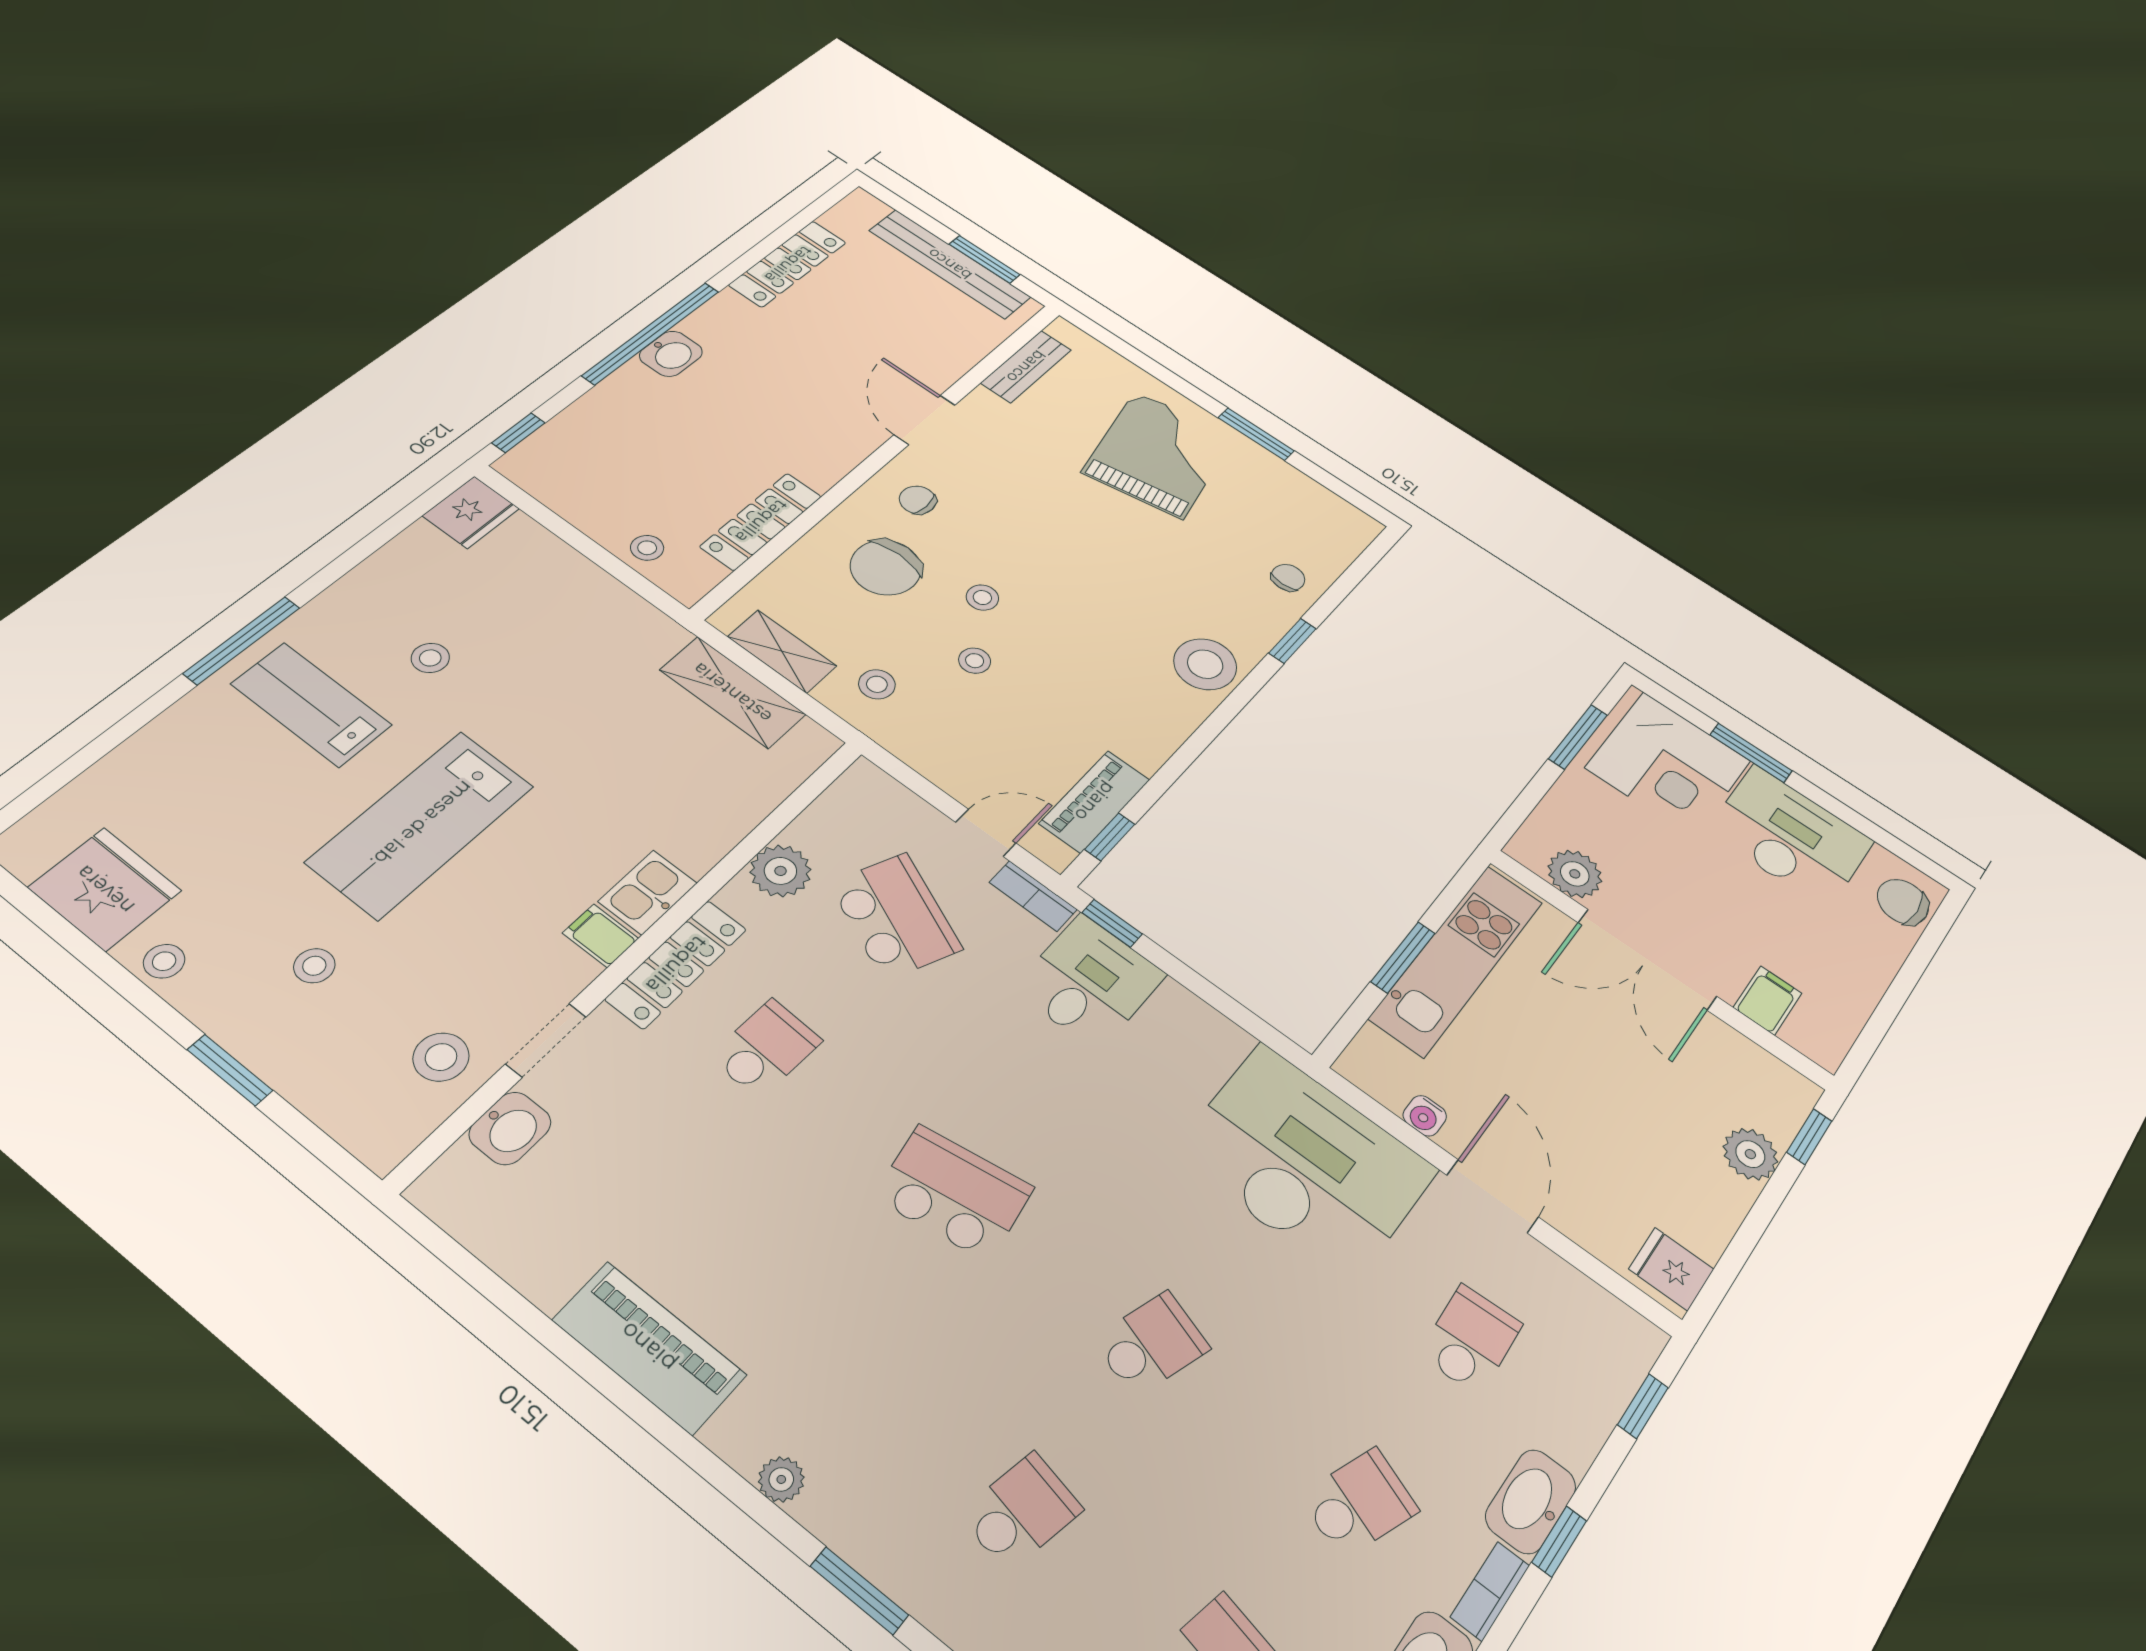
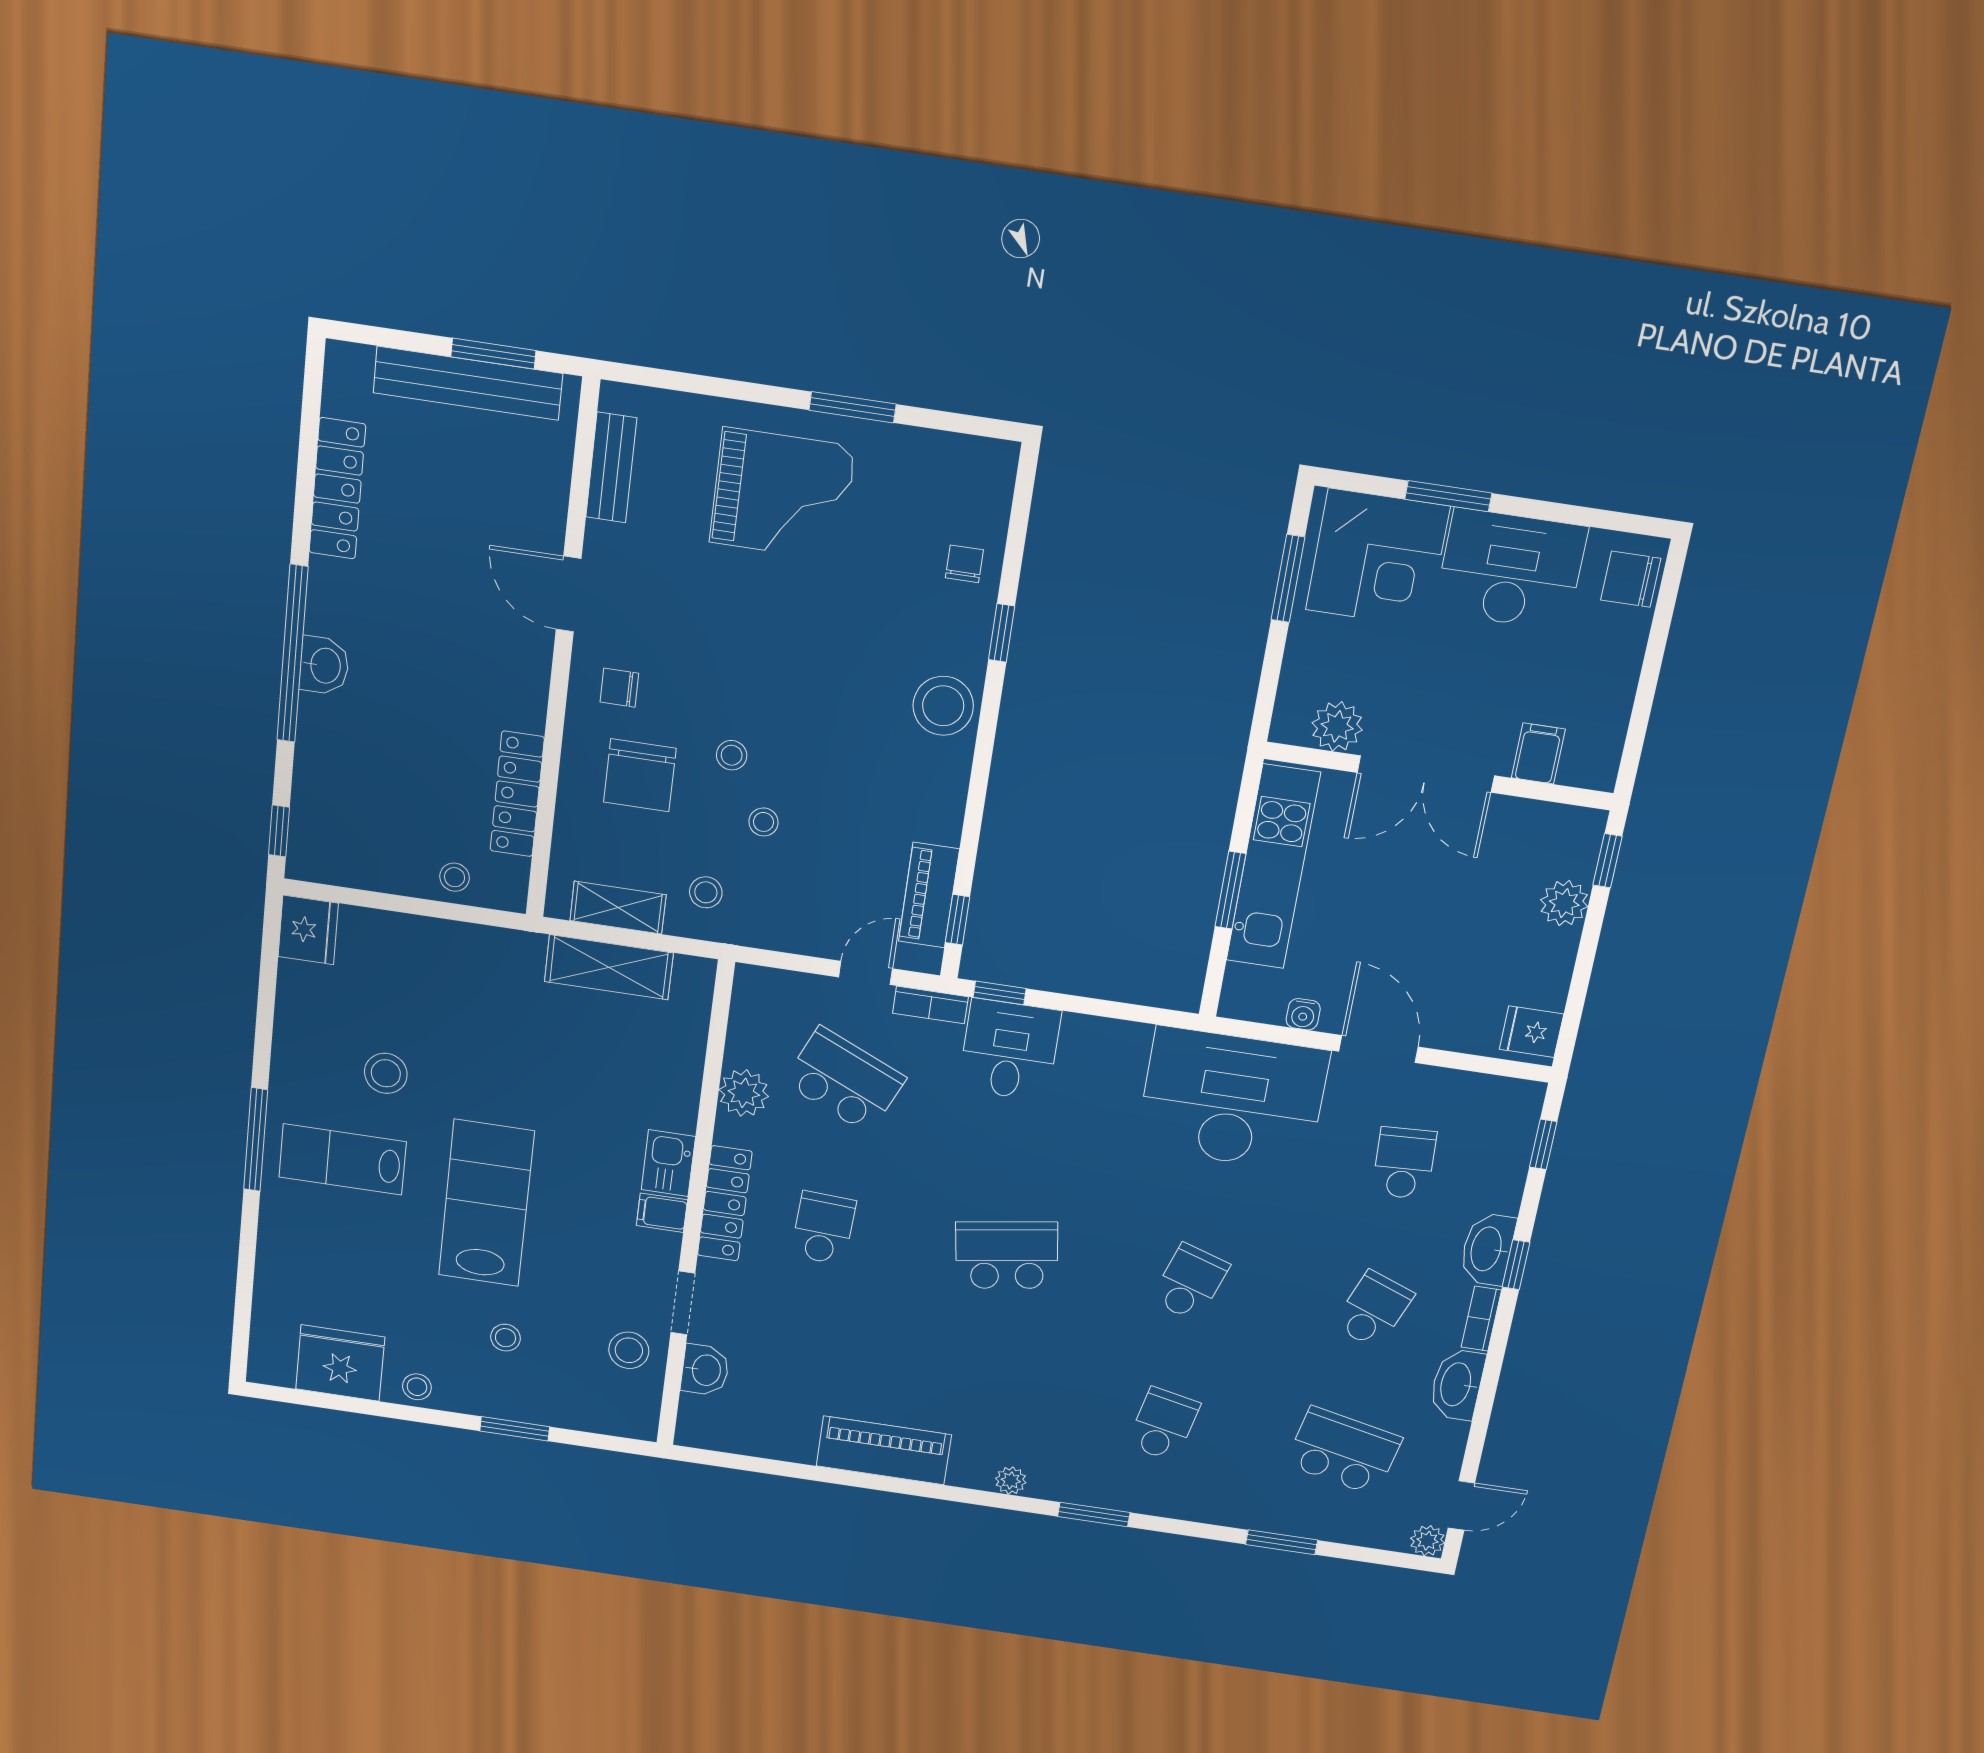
grand piano: (1159, 454) -> (782, 494), turned 101
stool: (430, 658) -> (386, 1073), width x1.37, depth x1.37
lab bench: (421, 824) -> (486, 1203), turned 180

